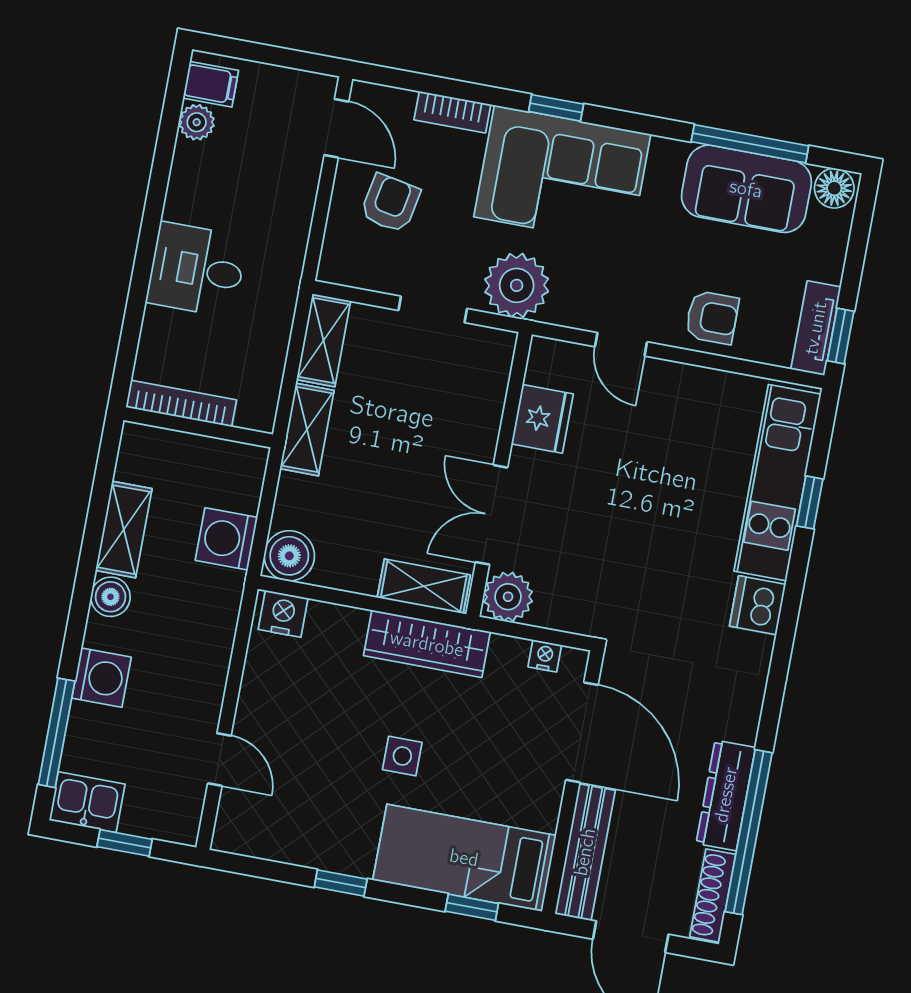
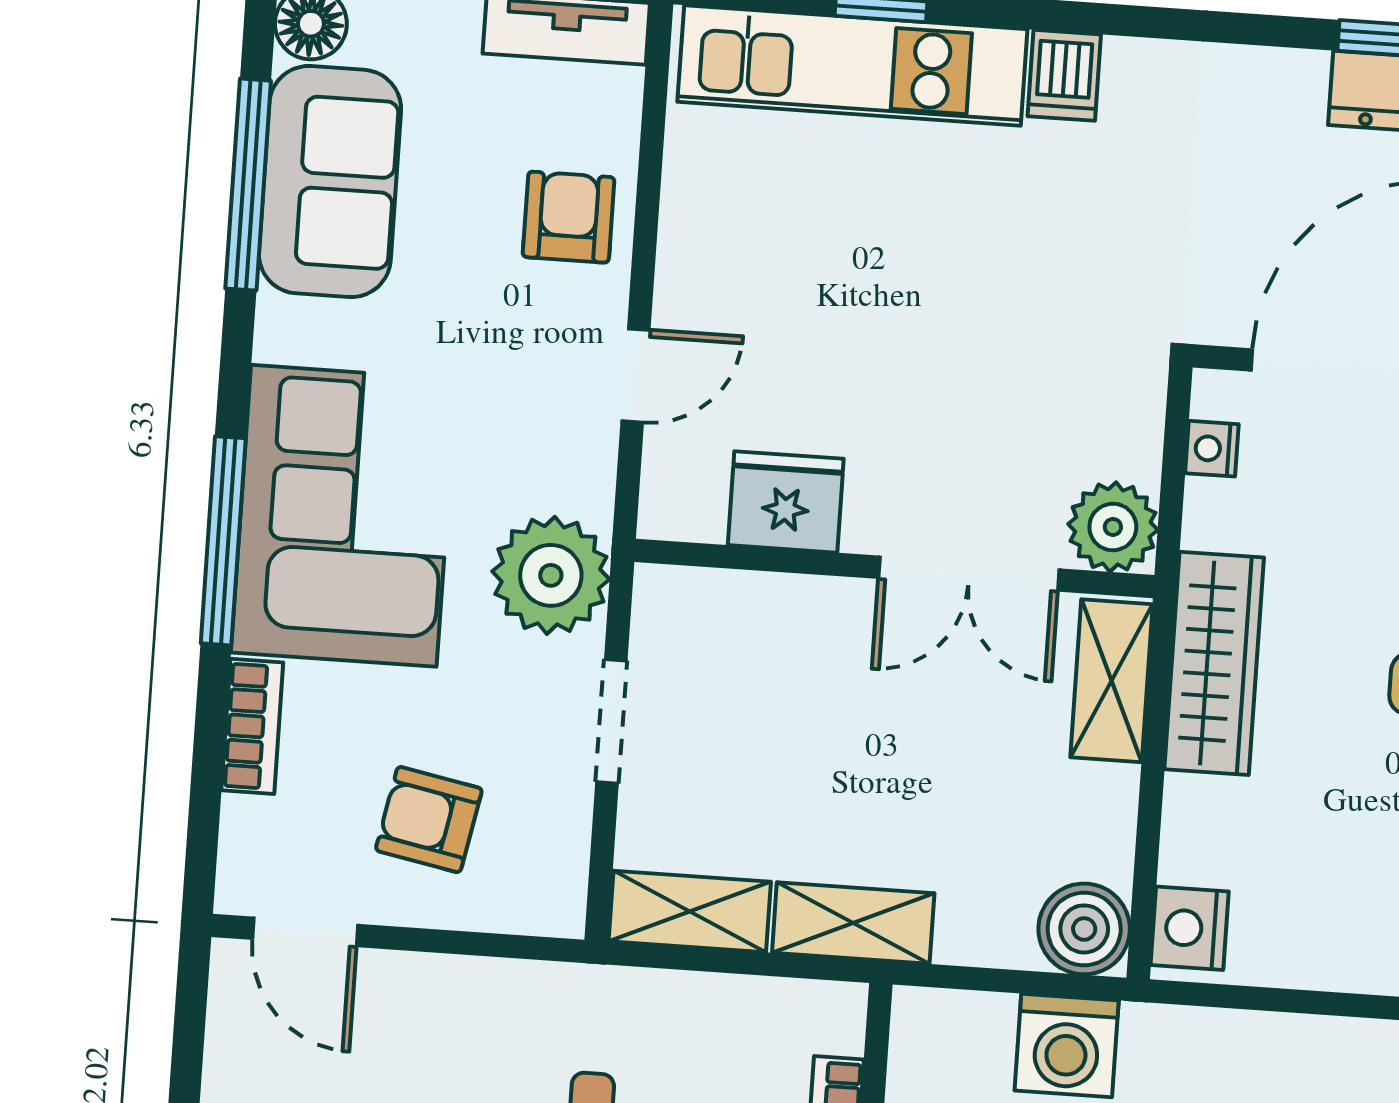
window: (556, 108) -> (223, 541), width x2.17
door: (336, 128) -> (305, 932), swing flipped
dishwasher: (758, 605) -> (1064, 75), width x0.73

